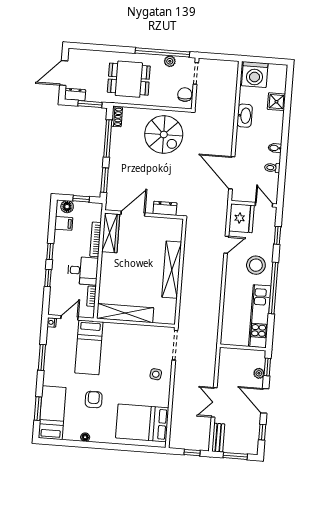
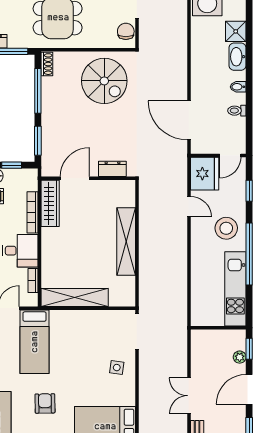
washbasin: (245, 116) -> (237, 57), moved, turned 180
door: (264, 205) -> (230, 155), swing flipped
door: (226, 245) -> (189, 207), hinge flipped
door: (265, 401) -> (249, 389), hinge flipped

